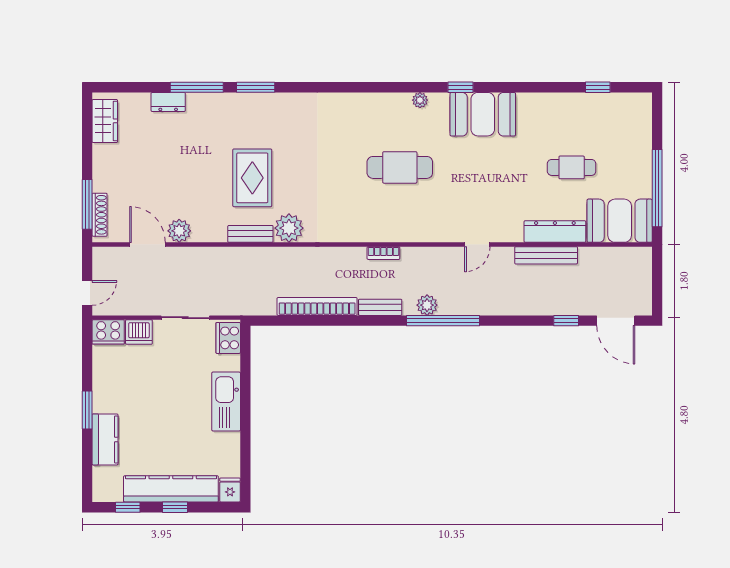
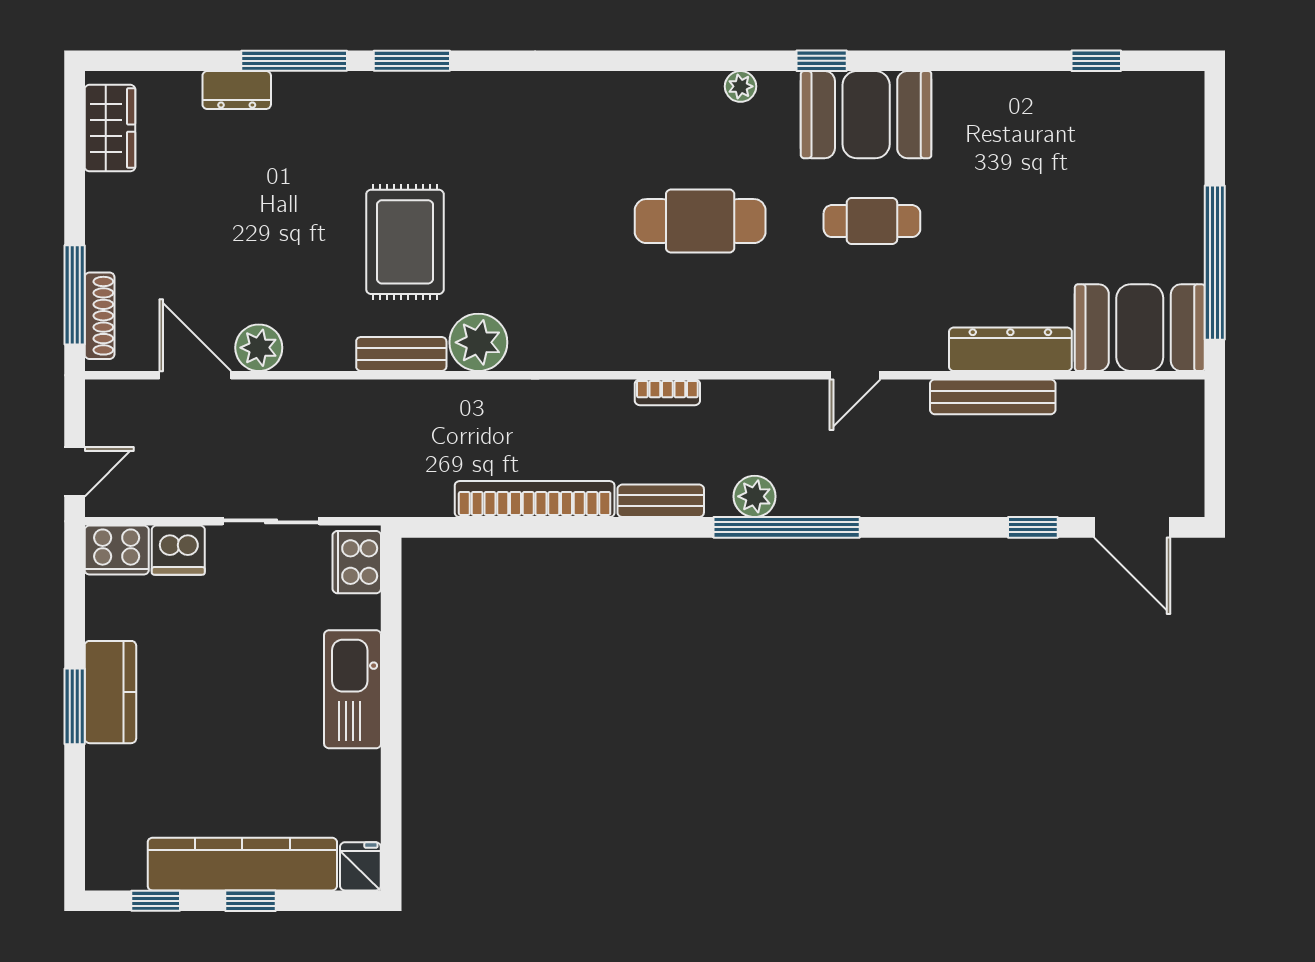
cafe table: (572, 167) -> (872, 221), moved
kitchen counter: (105, 439) -> (110, 692), moved

